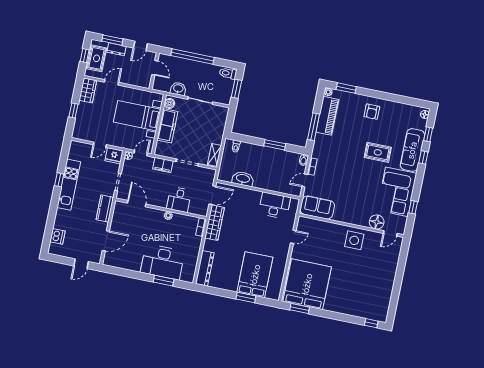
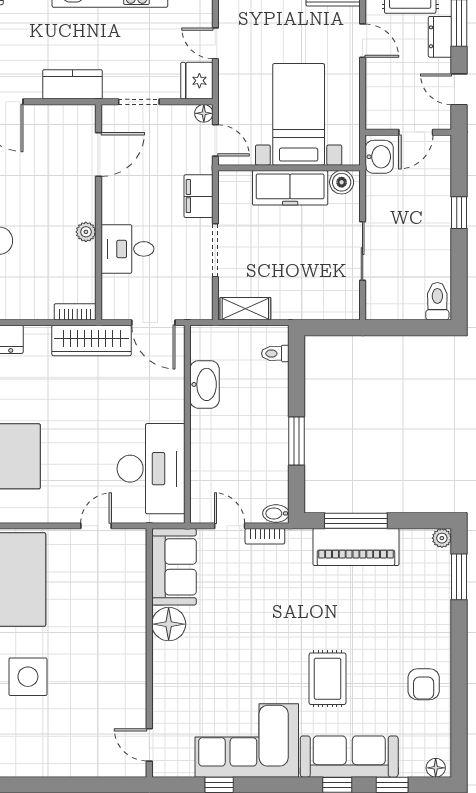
window: (192, 56) -> (459, 213), width x0.32
washbasin: (178, 89) -> (379, 157), moved
window: (236, 89) -> (406, 328), removed
armchair: (372, 112) -> (424, 684), moved, turned -90
piano: (327, 116) -> (356, 547), moved
desk: (274, 205) -> (151, 469), width x1.36, depth x1.30
floor lamp: (377, 222) -> (169, 624), moved
door: (293, 237) -> (96, 526), swing flipped
side table: (354, 240) -> (28, 677), moved

